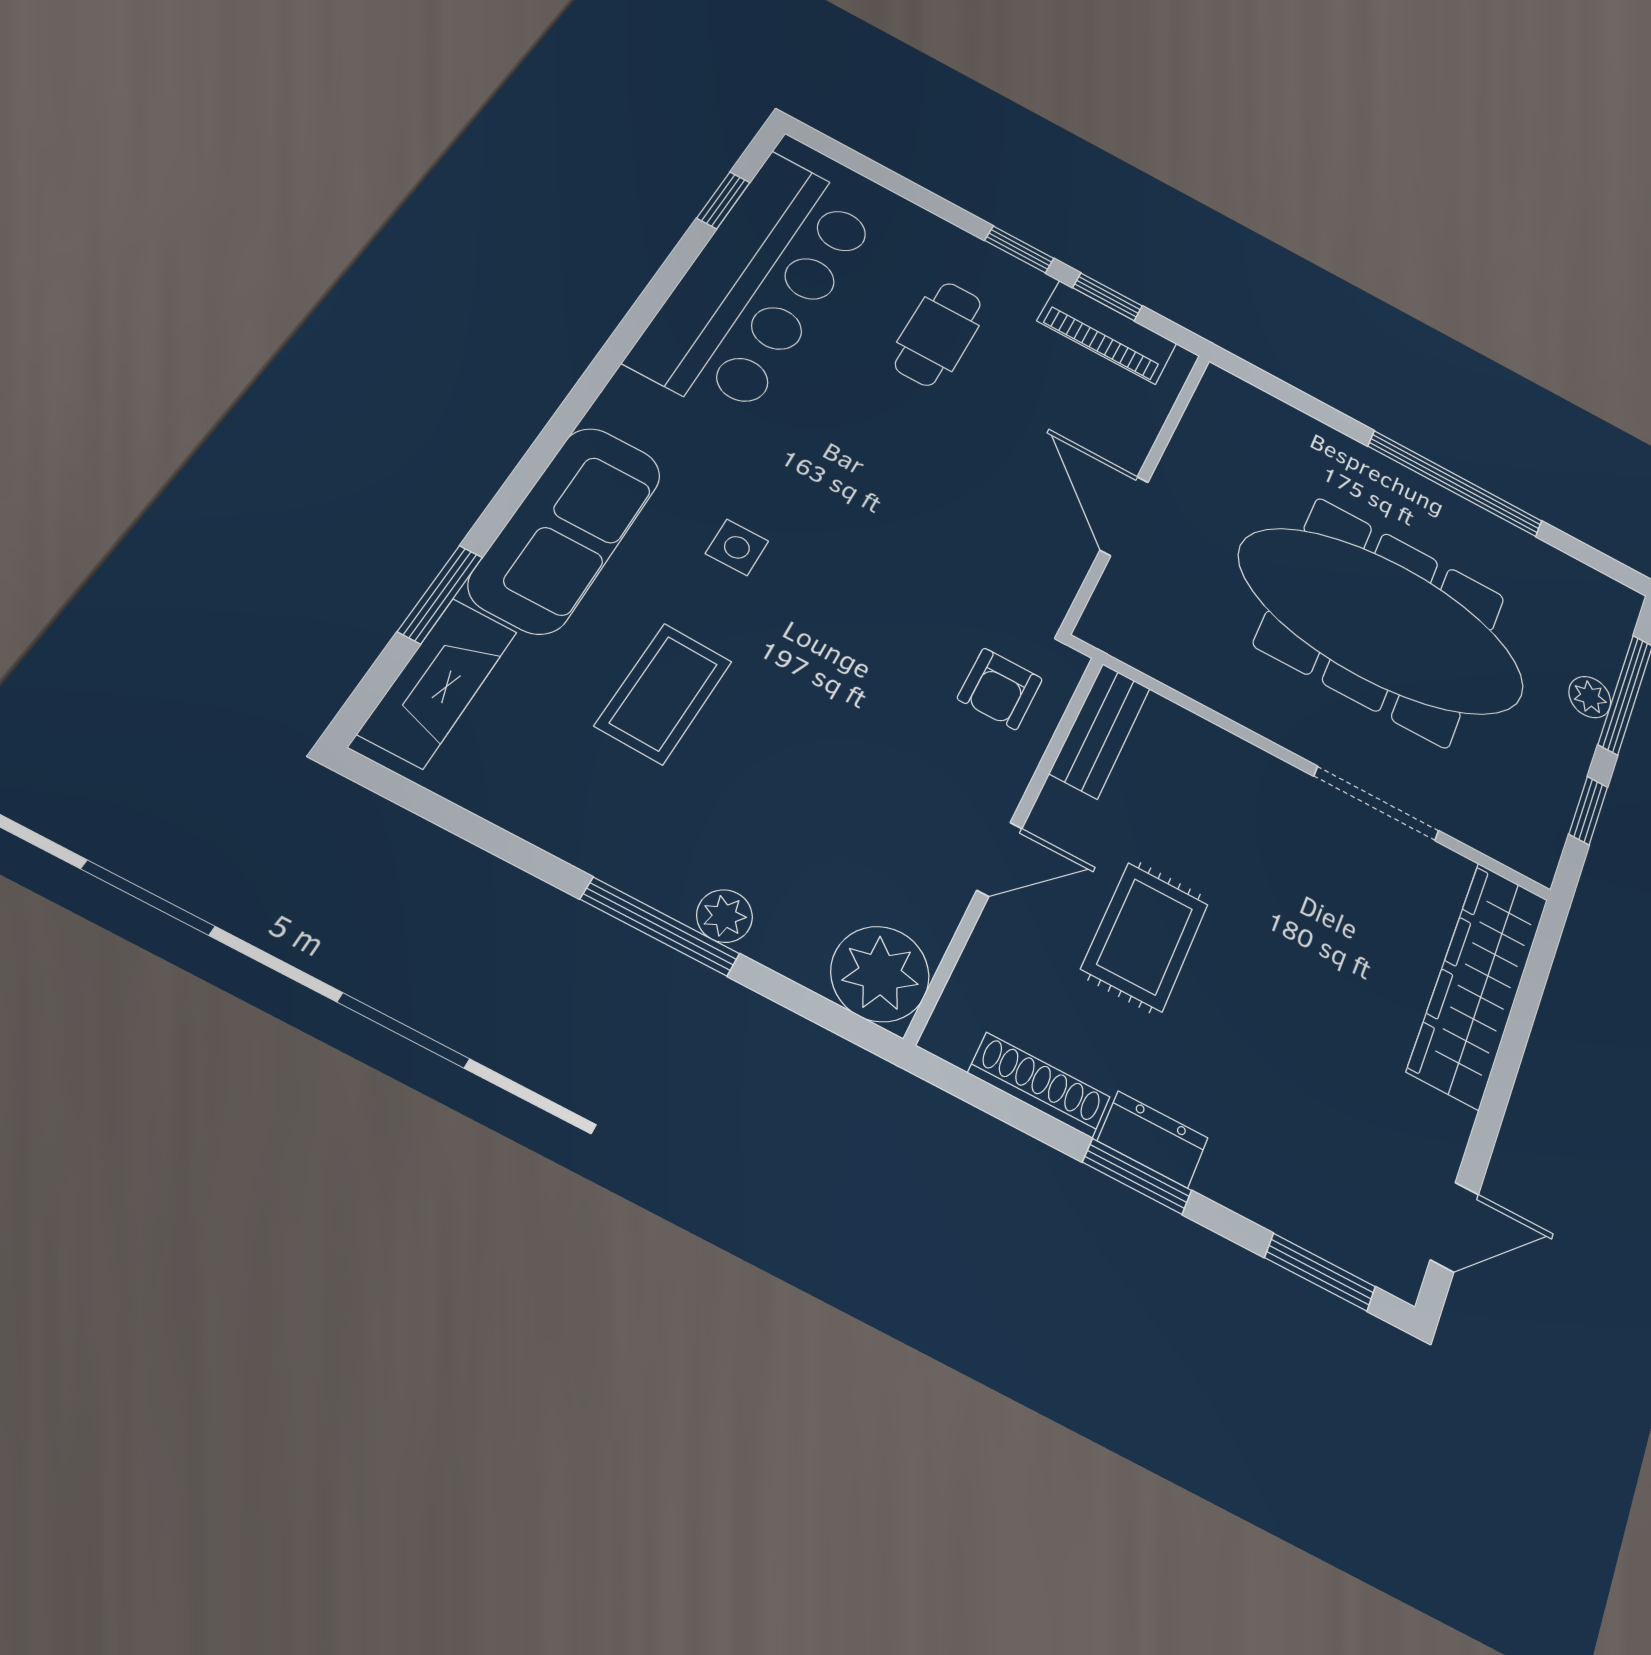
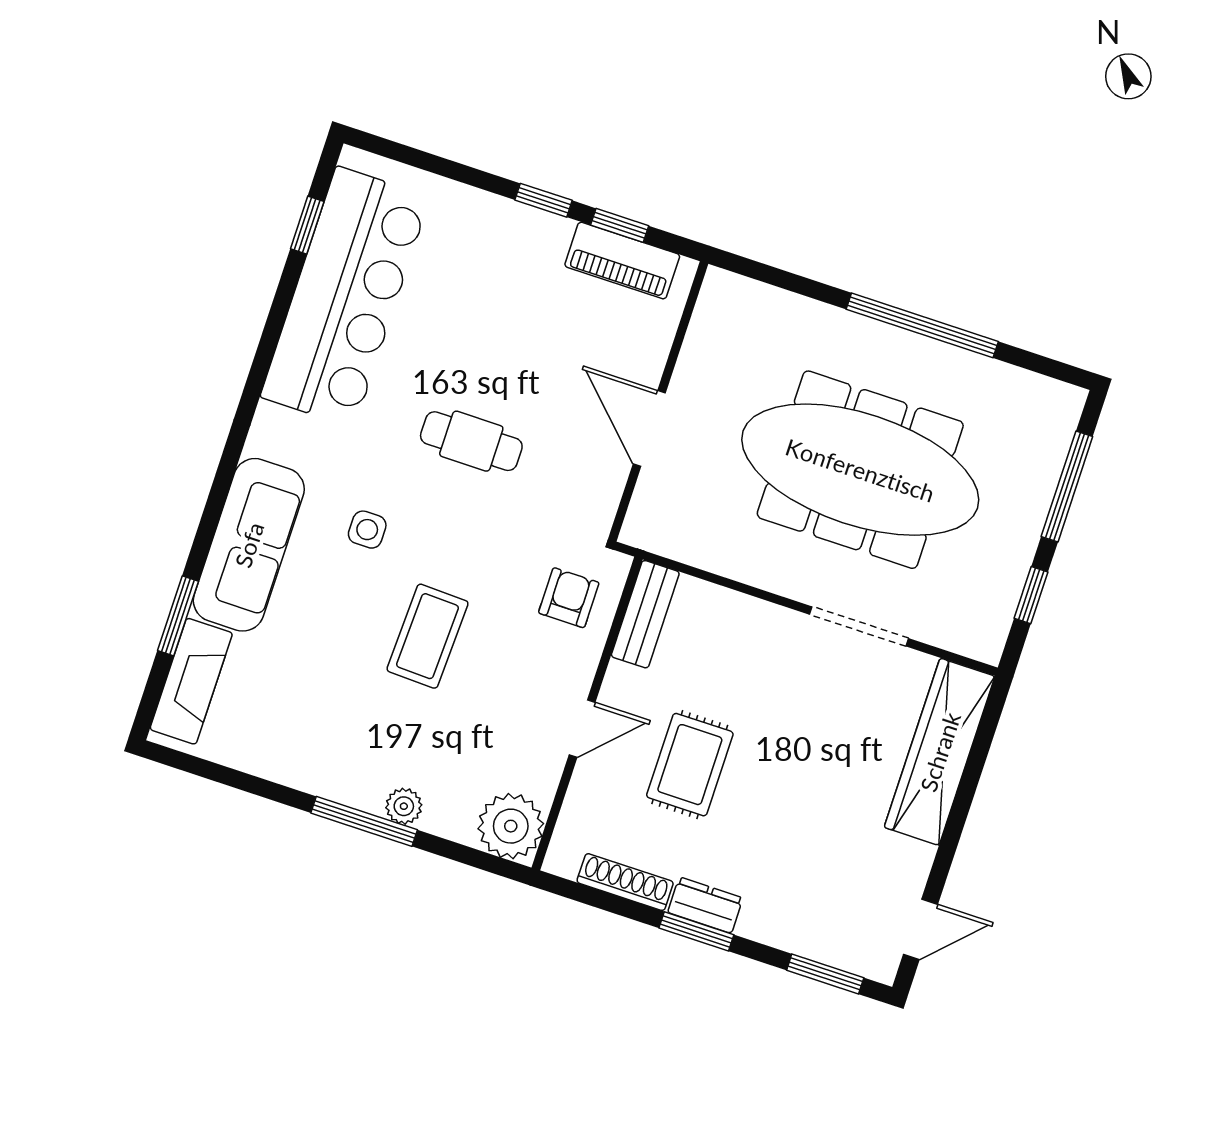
cafe table: (938, 334) -> (471, 441), moved, turned 90
armchair: (1000, 689) -> (569, 598), turned 180
coffee table: (664, 693) -> (427, 636), moved
plant: (1590, 697) -> (1036, 496), removed

